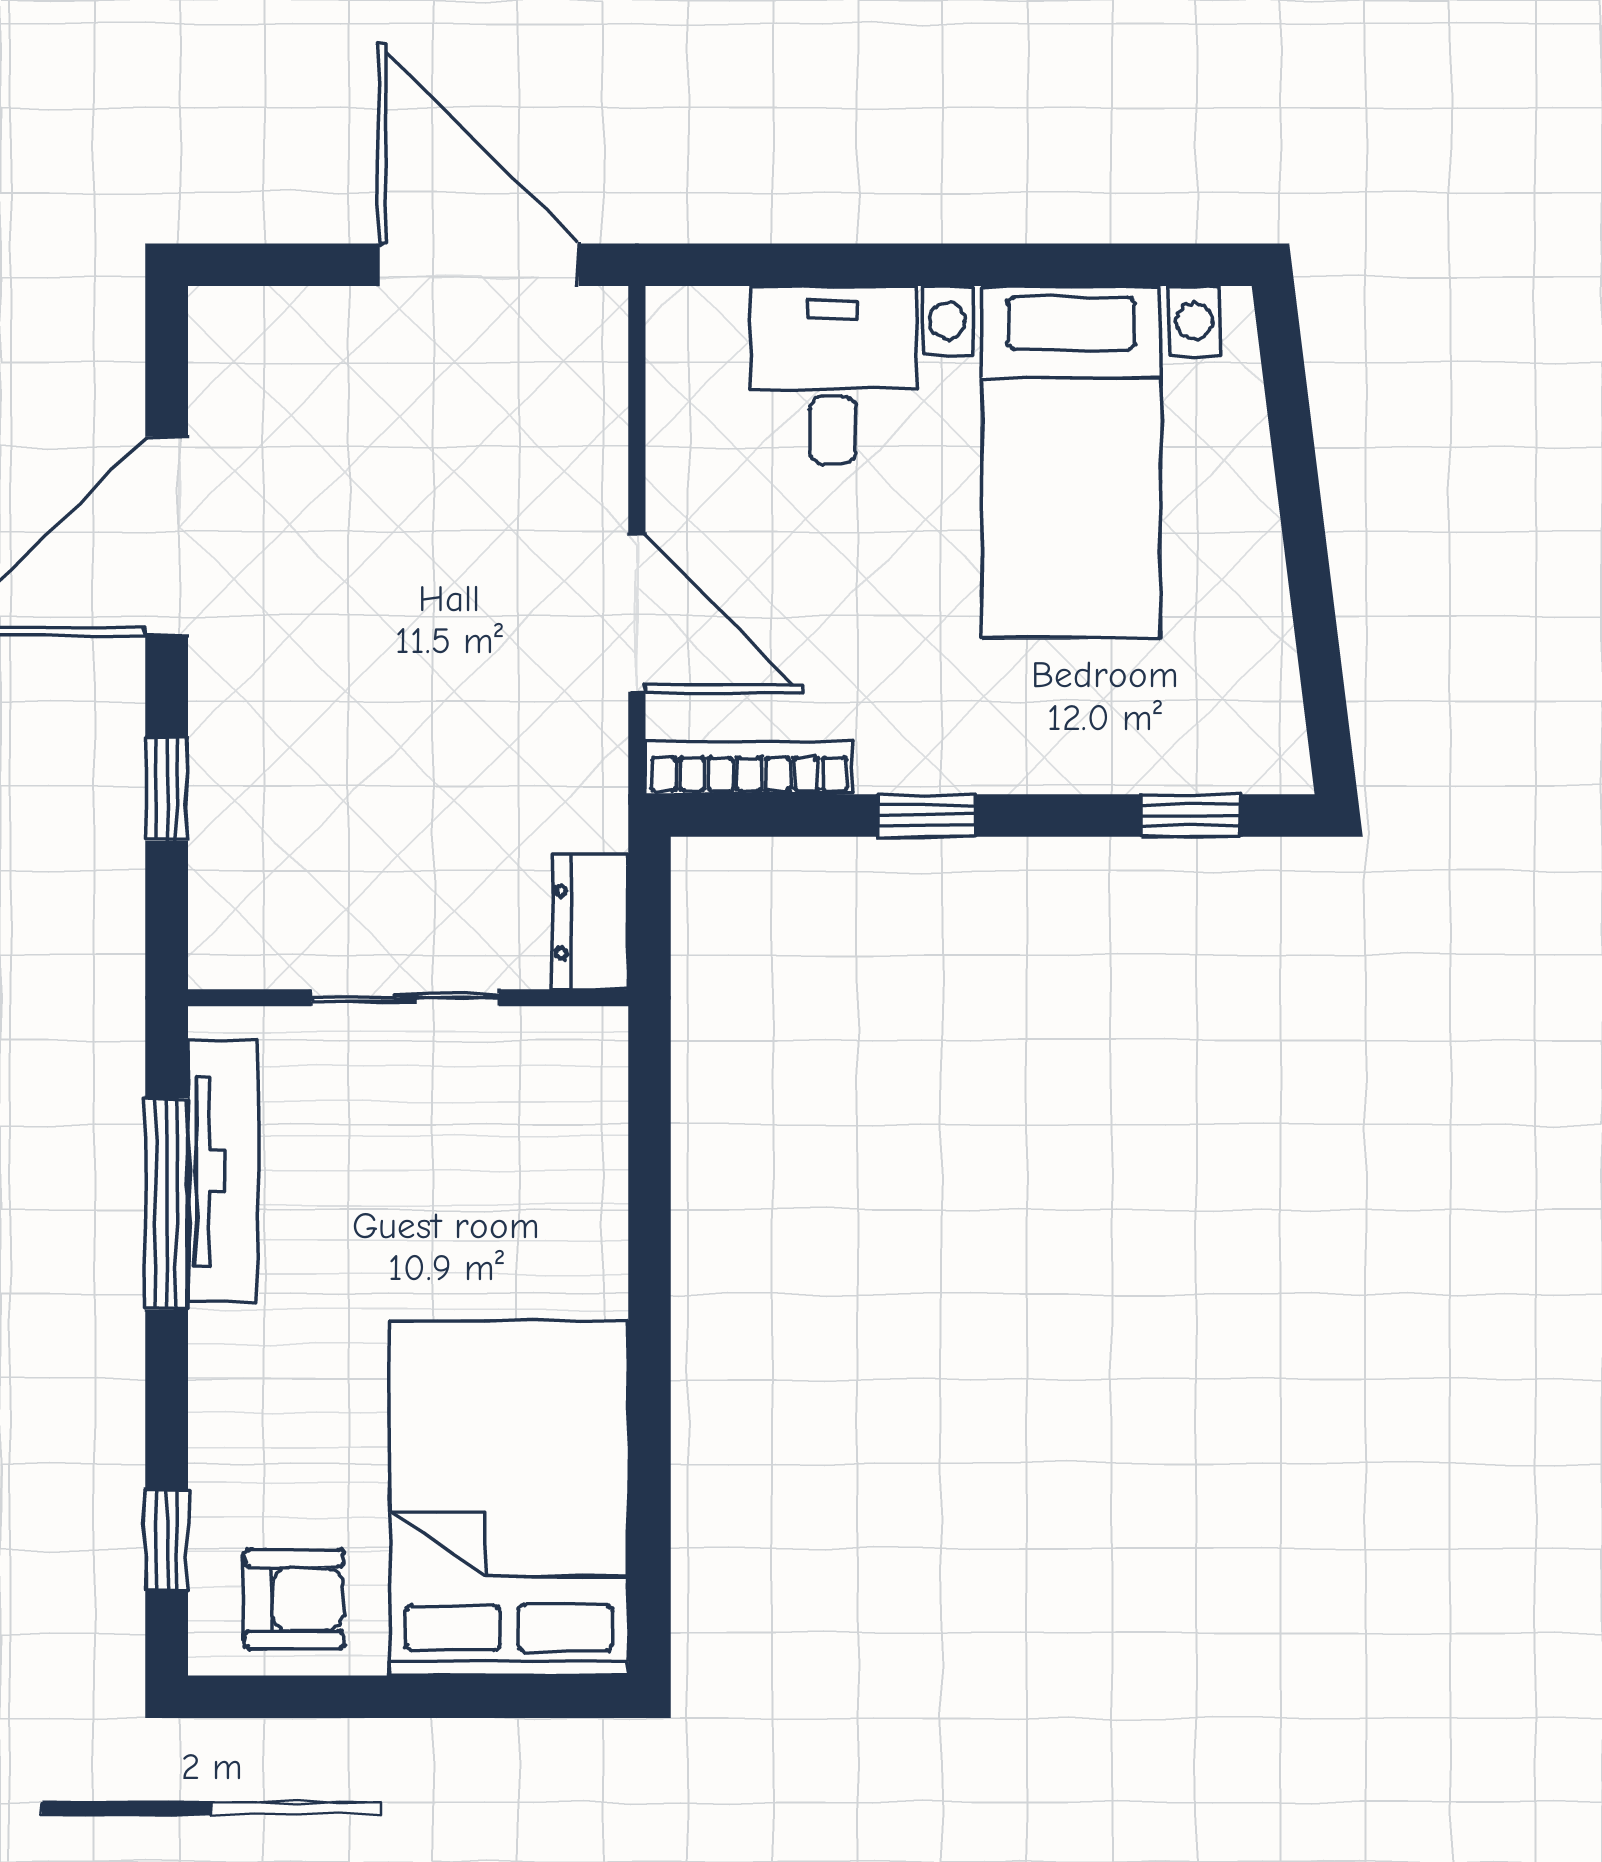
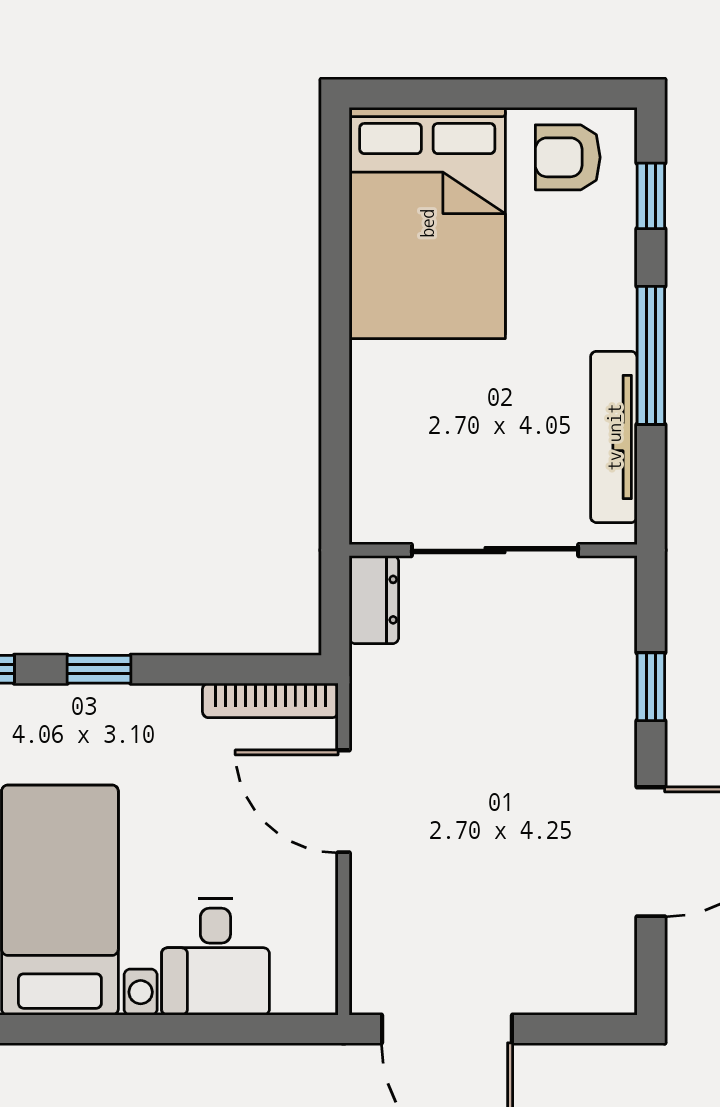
window: (926, 816) -> (99, 669), moved
sliding door: (405, 998) -> (495, 550), width x1.37
window: (167, 1204) -> (651, 355), moved

